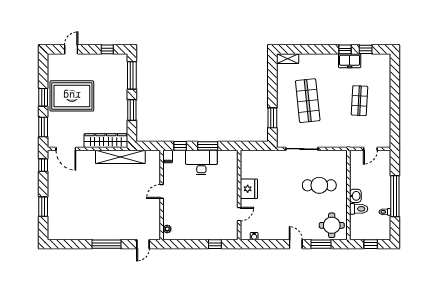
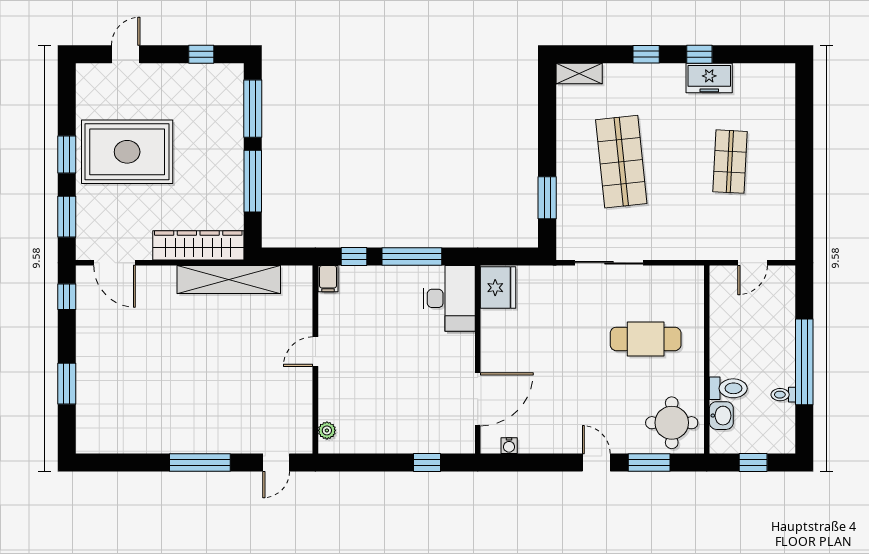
window: (366, 49) -> (646, 54), moved
window: (132, 110) -> (253, 181), width x1.44
window: (208, 146) -> (412, 257), width x1.44
desk: (201, 163) -> (449, 298), moved, turned 90
fridge: (249, 189) -> (498, 288), moved
washbasin: (355, 196) -> (721, 416), moved
door: (239, 214) -> (478, 399), width x1.88

